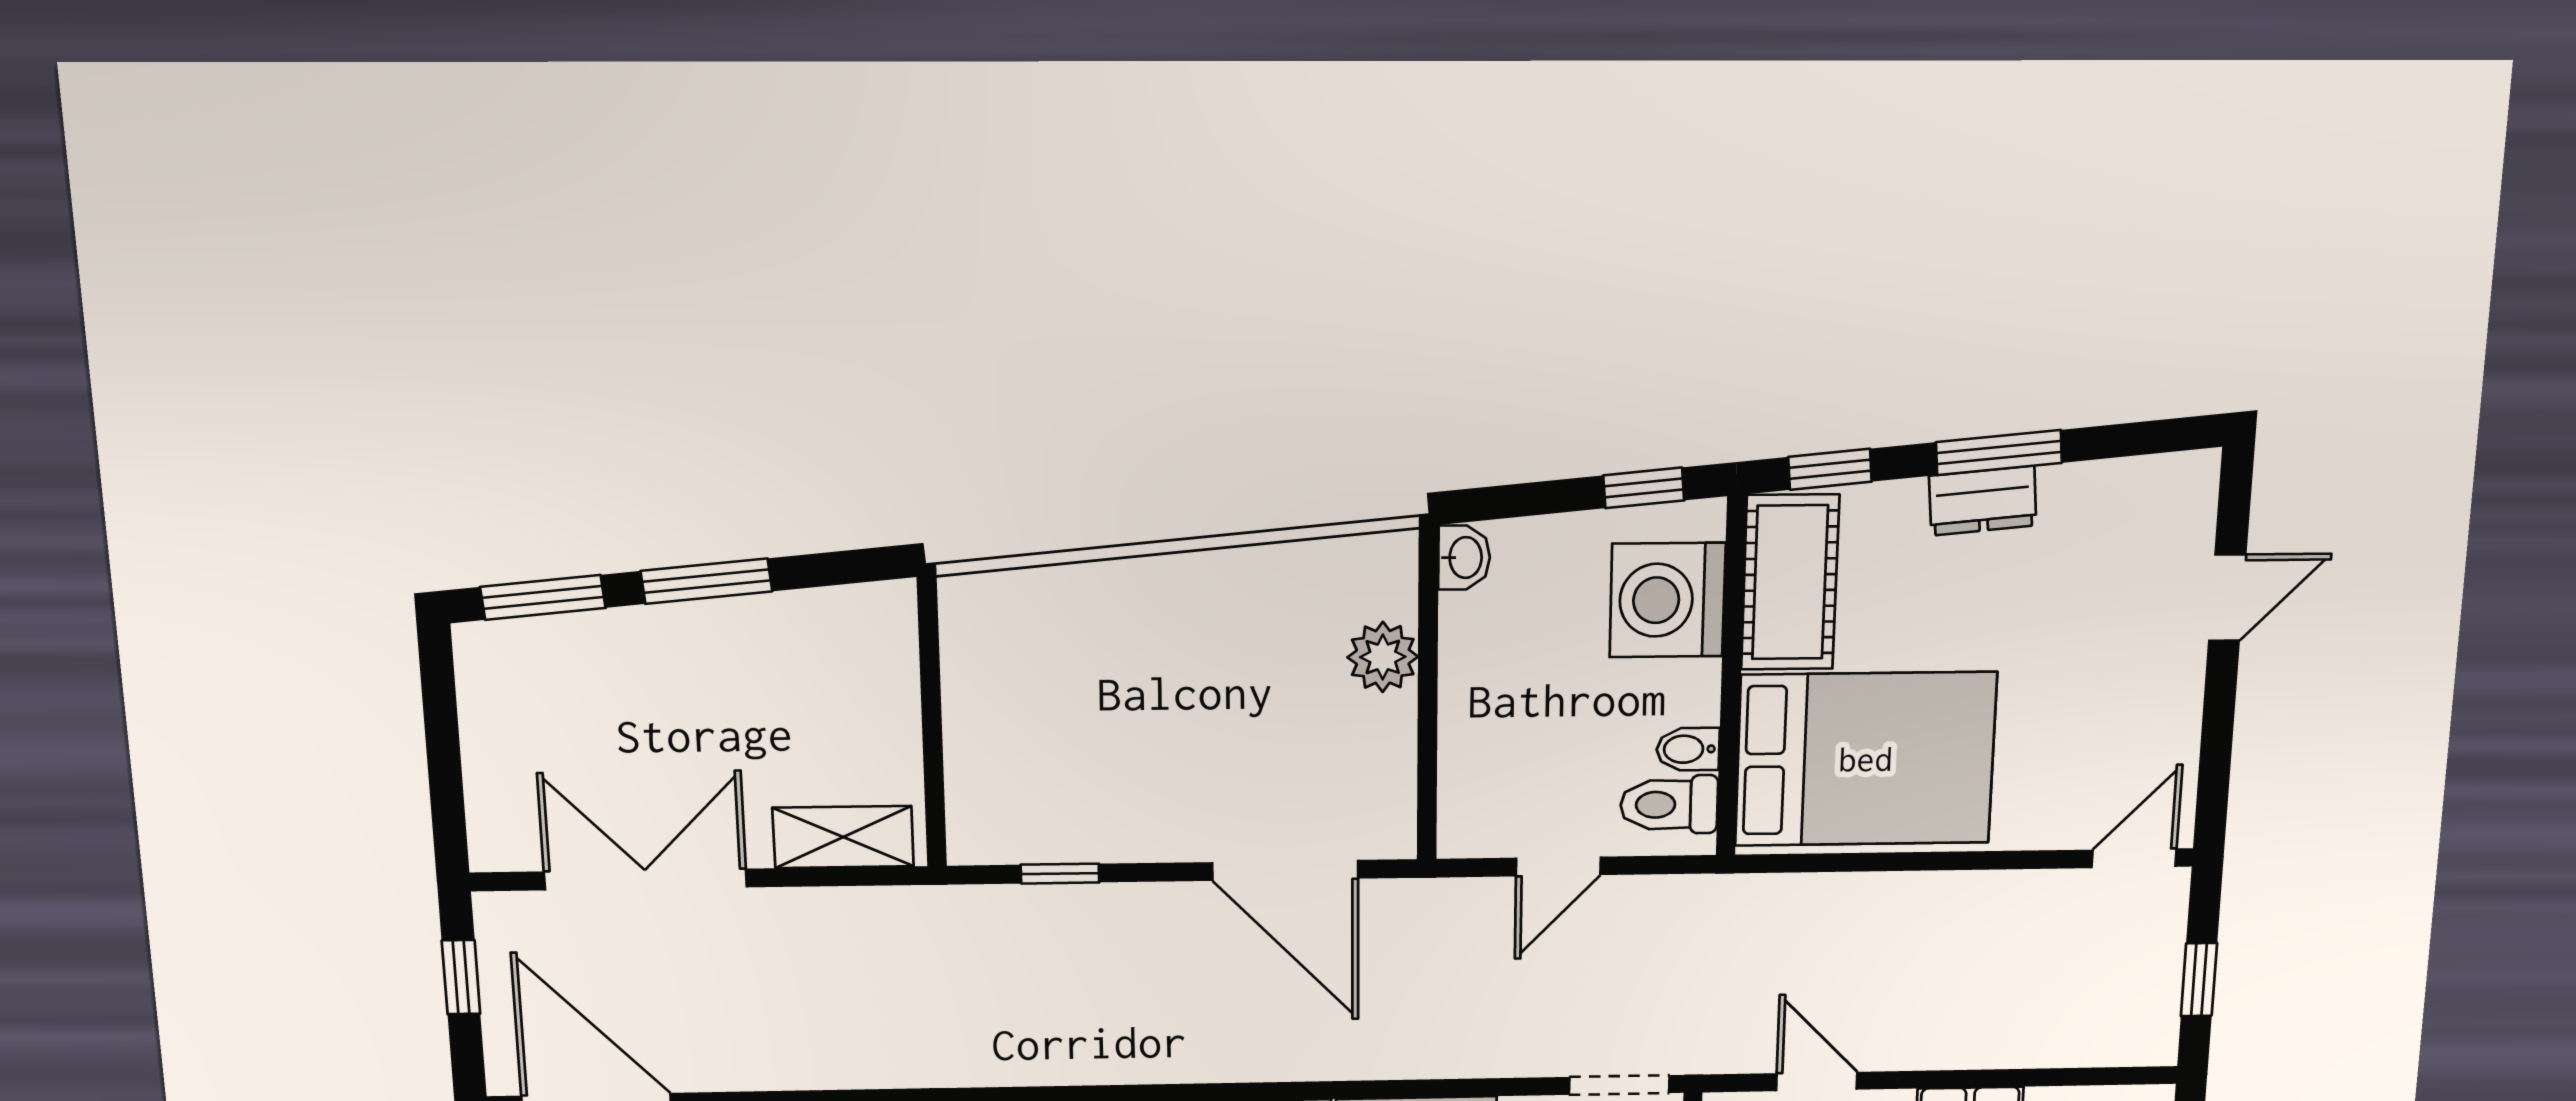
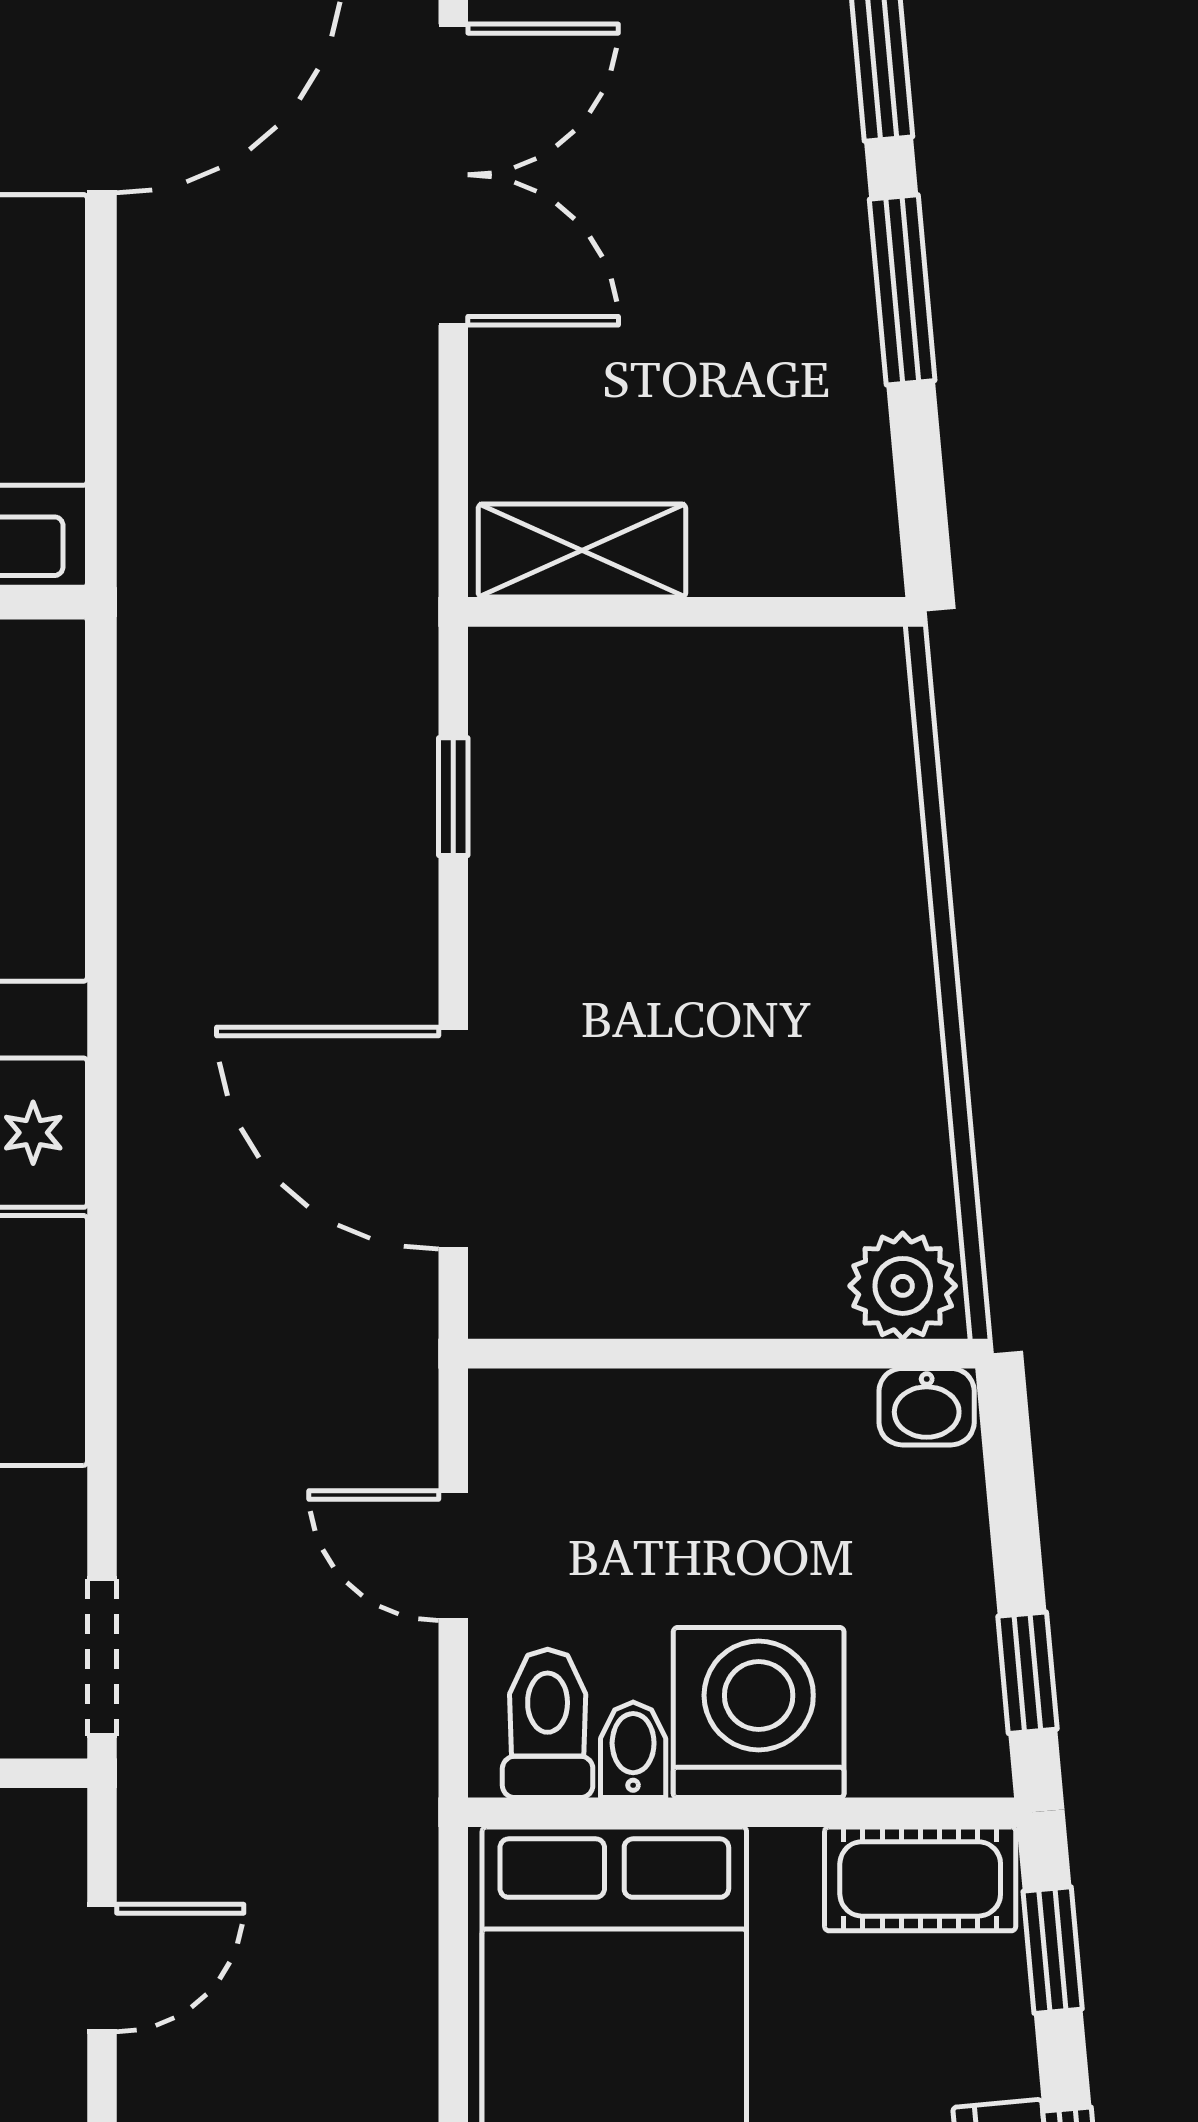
cot: (1790, 582) -> (920, 1879), width x0.73, depth x0.75
washing machine: (1667, 600) -> (759, 1713), moved
plant: (1383, 657) -> (903, 1286), moved
shelving: (843, 837) -> (582, 551), moved, turned 90
door: (1285, 870) -> (453, 1138), hinge flipped

